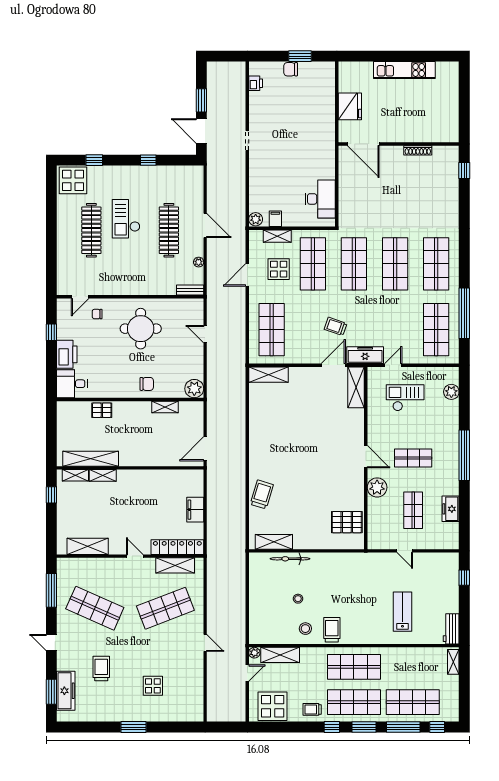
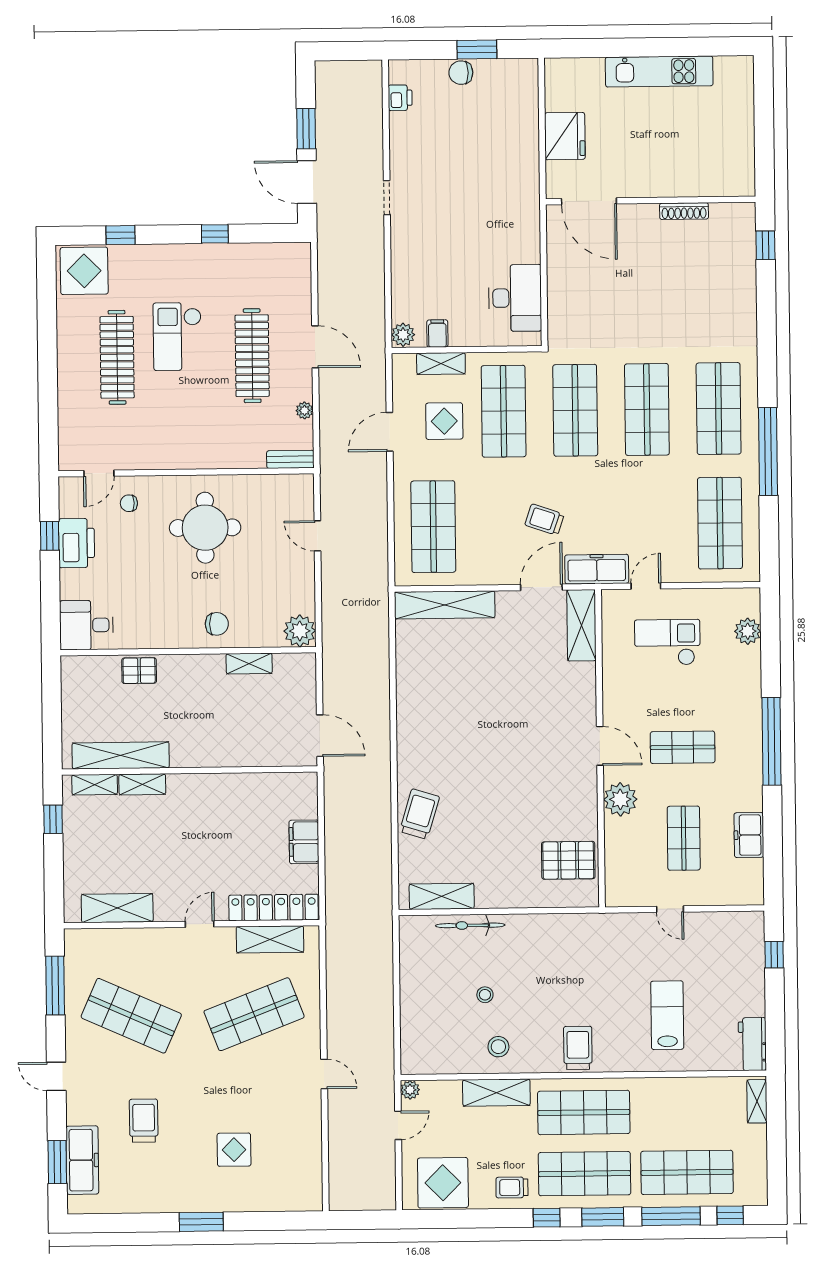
window: (464, 313) -> (768, 451), moved
printer: (67, 354) -> (77, 543), moved
shelving: (268, 375) -> (445, 605), width x1.47
door: (205, 449) -> (320, 736), swing flipped
door: (135, 556) -> (200, 924), hinge flipped
trolley: (332, 630) -> (578, 1048), moved
shelving: (280, 655) -> (496, 1093), moved

